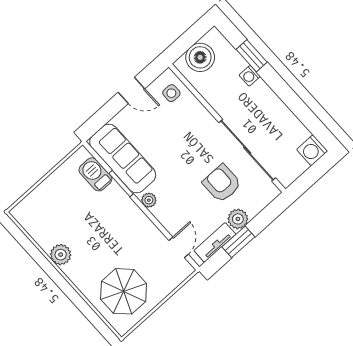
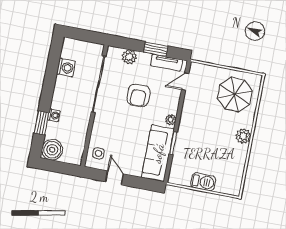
boiler: (200, 57) -> (52, 150), moved
washing machine: (312, 150) -> (66, 68), moved
barbecue: (95, 174) -> (203, 182), moved, turned -90
armchair: (222, 183) -> (138, 95), moved
plant: (238, 219) -> (129, 57), moved
plant: (61, 255) -> (243, 136), moved

